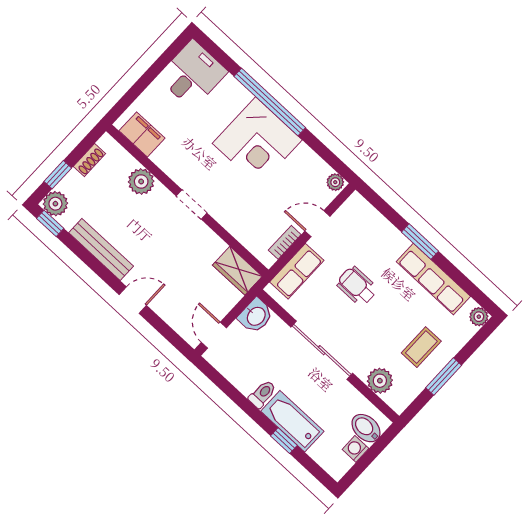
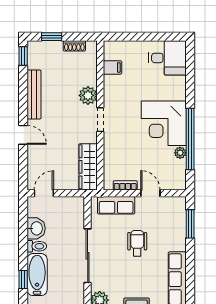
window: (270, 102) -> (190, 139), moved
filing cabinet: (142, 134) -> (113, 67), width x0.50
plant: (141, 182) -> (88, 95), moved
plant: (335, 182) -> (180, 153), moved
plant: (55, 204) -> (36, 49), removed
window: (420, 242) -> (190, 224), moved
wardrobe: (237, 271) -> (88, 167), width x1.50
washbasin: (256, 316) -> (36, 228), moved, turned -90

